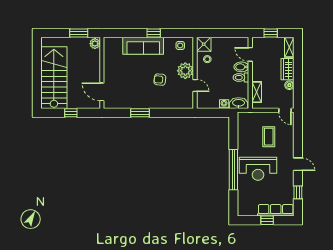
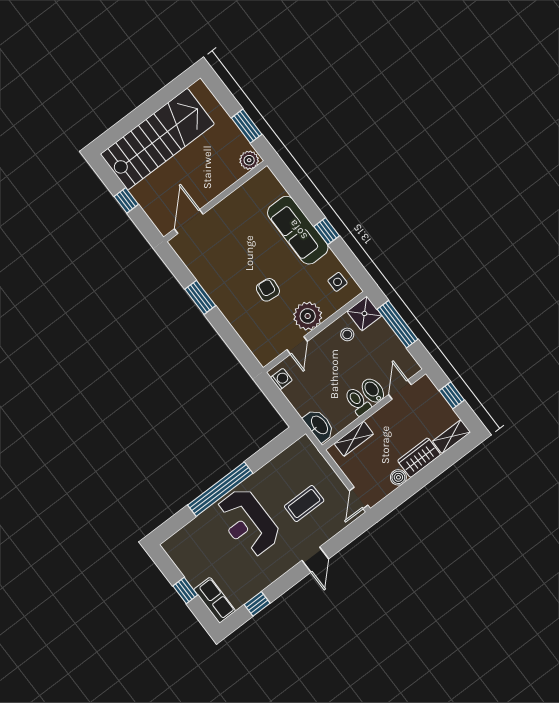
window: (220, 33) -> (398, 324), added
washing machine: (224, 104) -> (281, 379), moved
door: (298, 164) -> (315, 560), moved
row of seats: (276, 210) -> (215, 600), width x0.68

